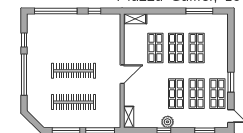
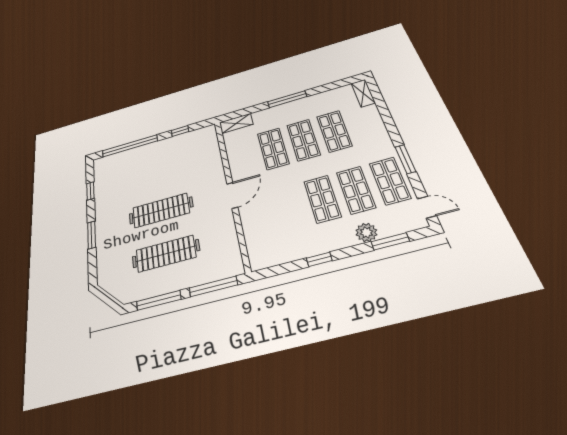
window: (199, 11) -> (287, 99), moved
window: (24, 75) -> (92, 235), width x0.47
shelving: (129, 117) -> (363, 93), moved
plant: (168, 122) -> (366, 232), moved

